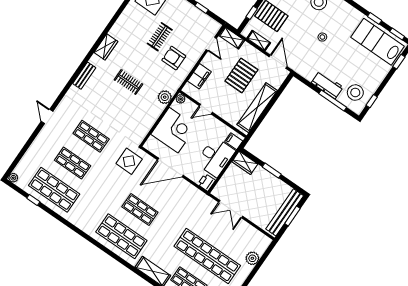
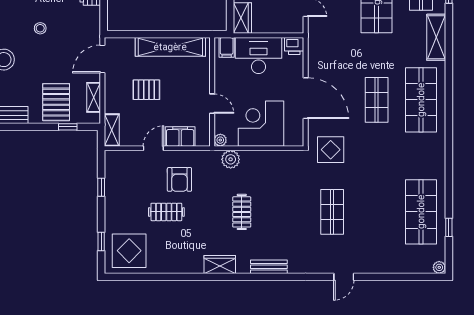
door: (211, 44) -> (153, 148), moved
pallet: (241, 75) -> (146, 90), width x0.67, depth x0.71
shop shelf: (73, 163) -> (377, 212), removed

